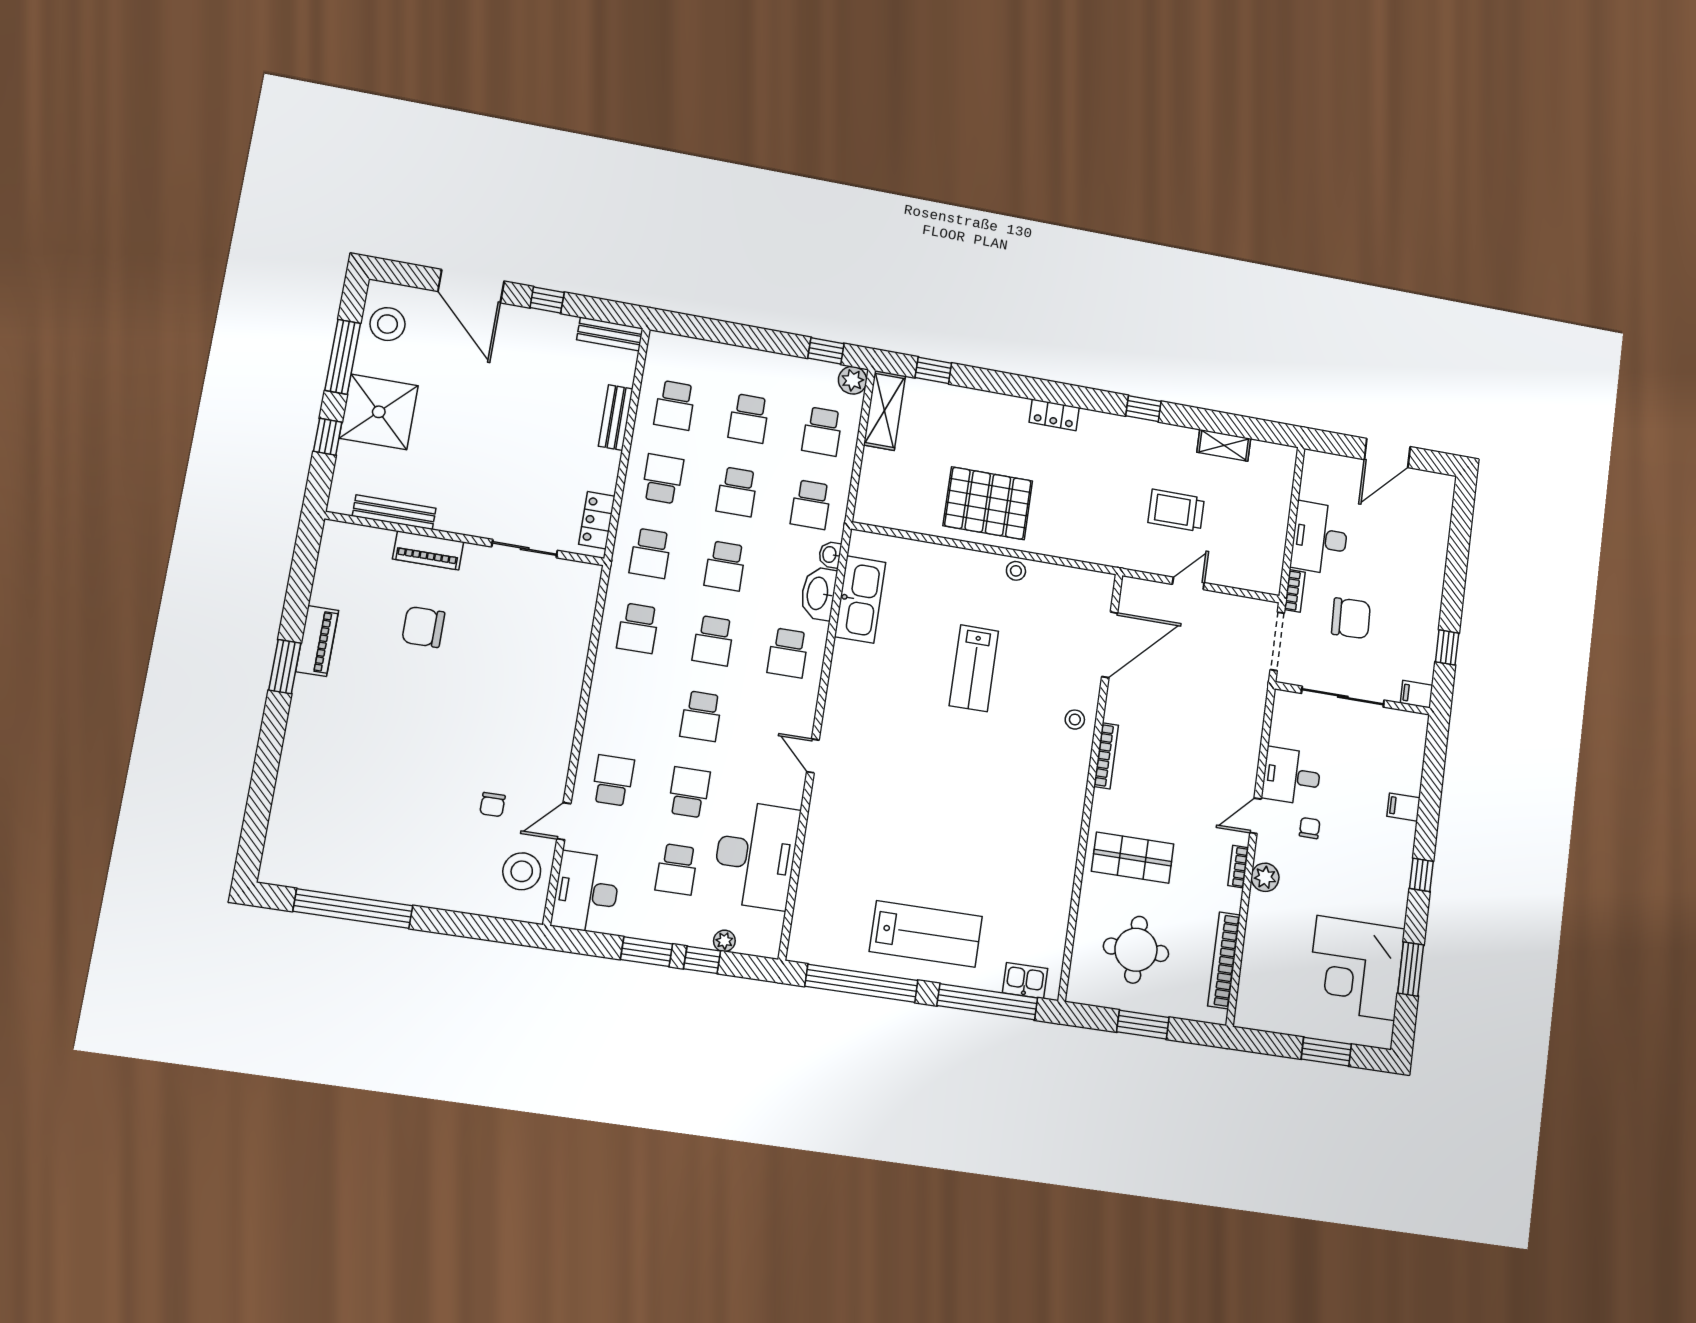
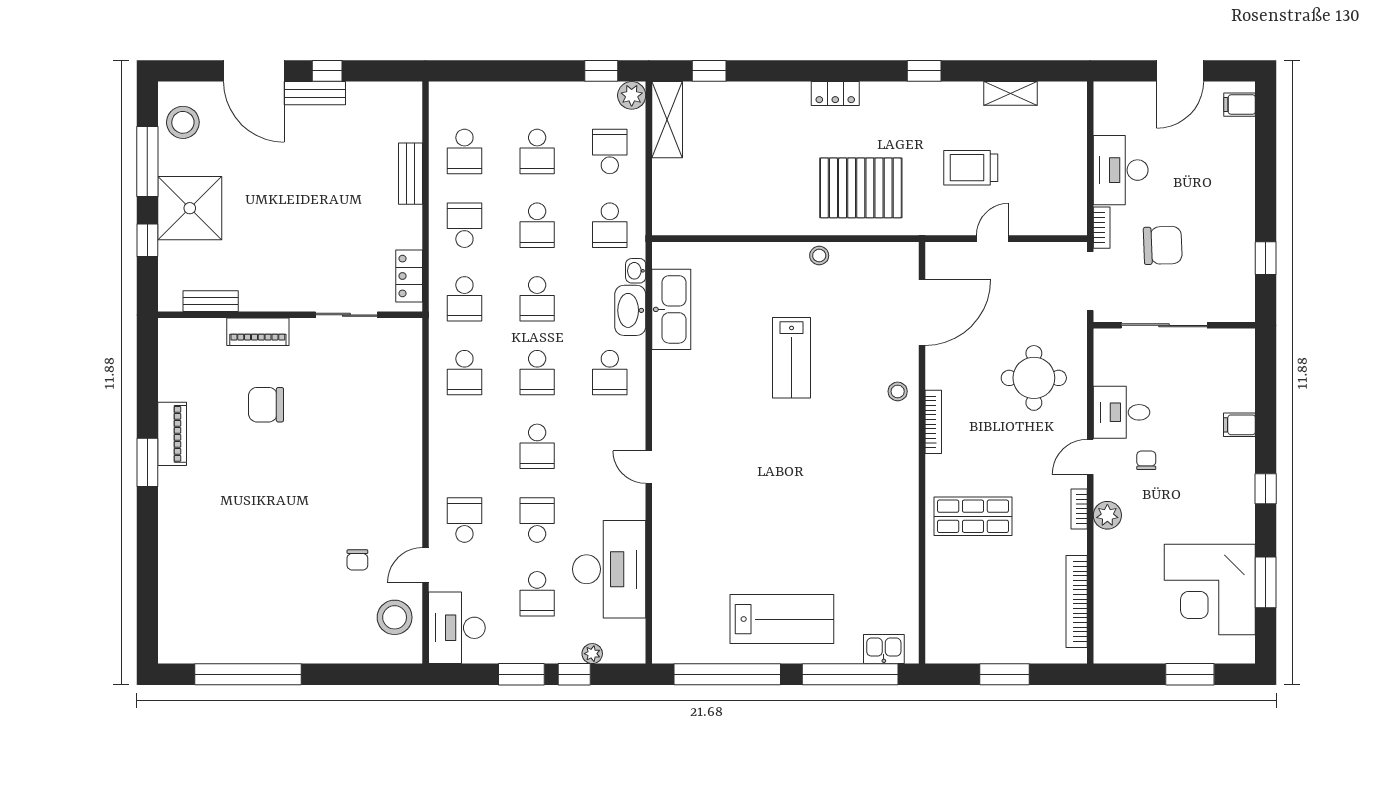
bench: (610, 334) -> (315, 93), moved
school desk: (822, 431) -> (610, 151), turned 180
pallet: (988, 503) -> (861, 188), moved
bench: (394, 512) -> (211, 301), width x0.73
filing cabinet: (1417, 694) -> (1240, 105), moved
round table: (1136, 950) -> (1034, 378), moved

